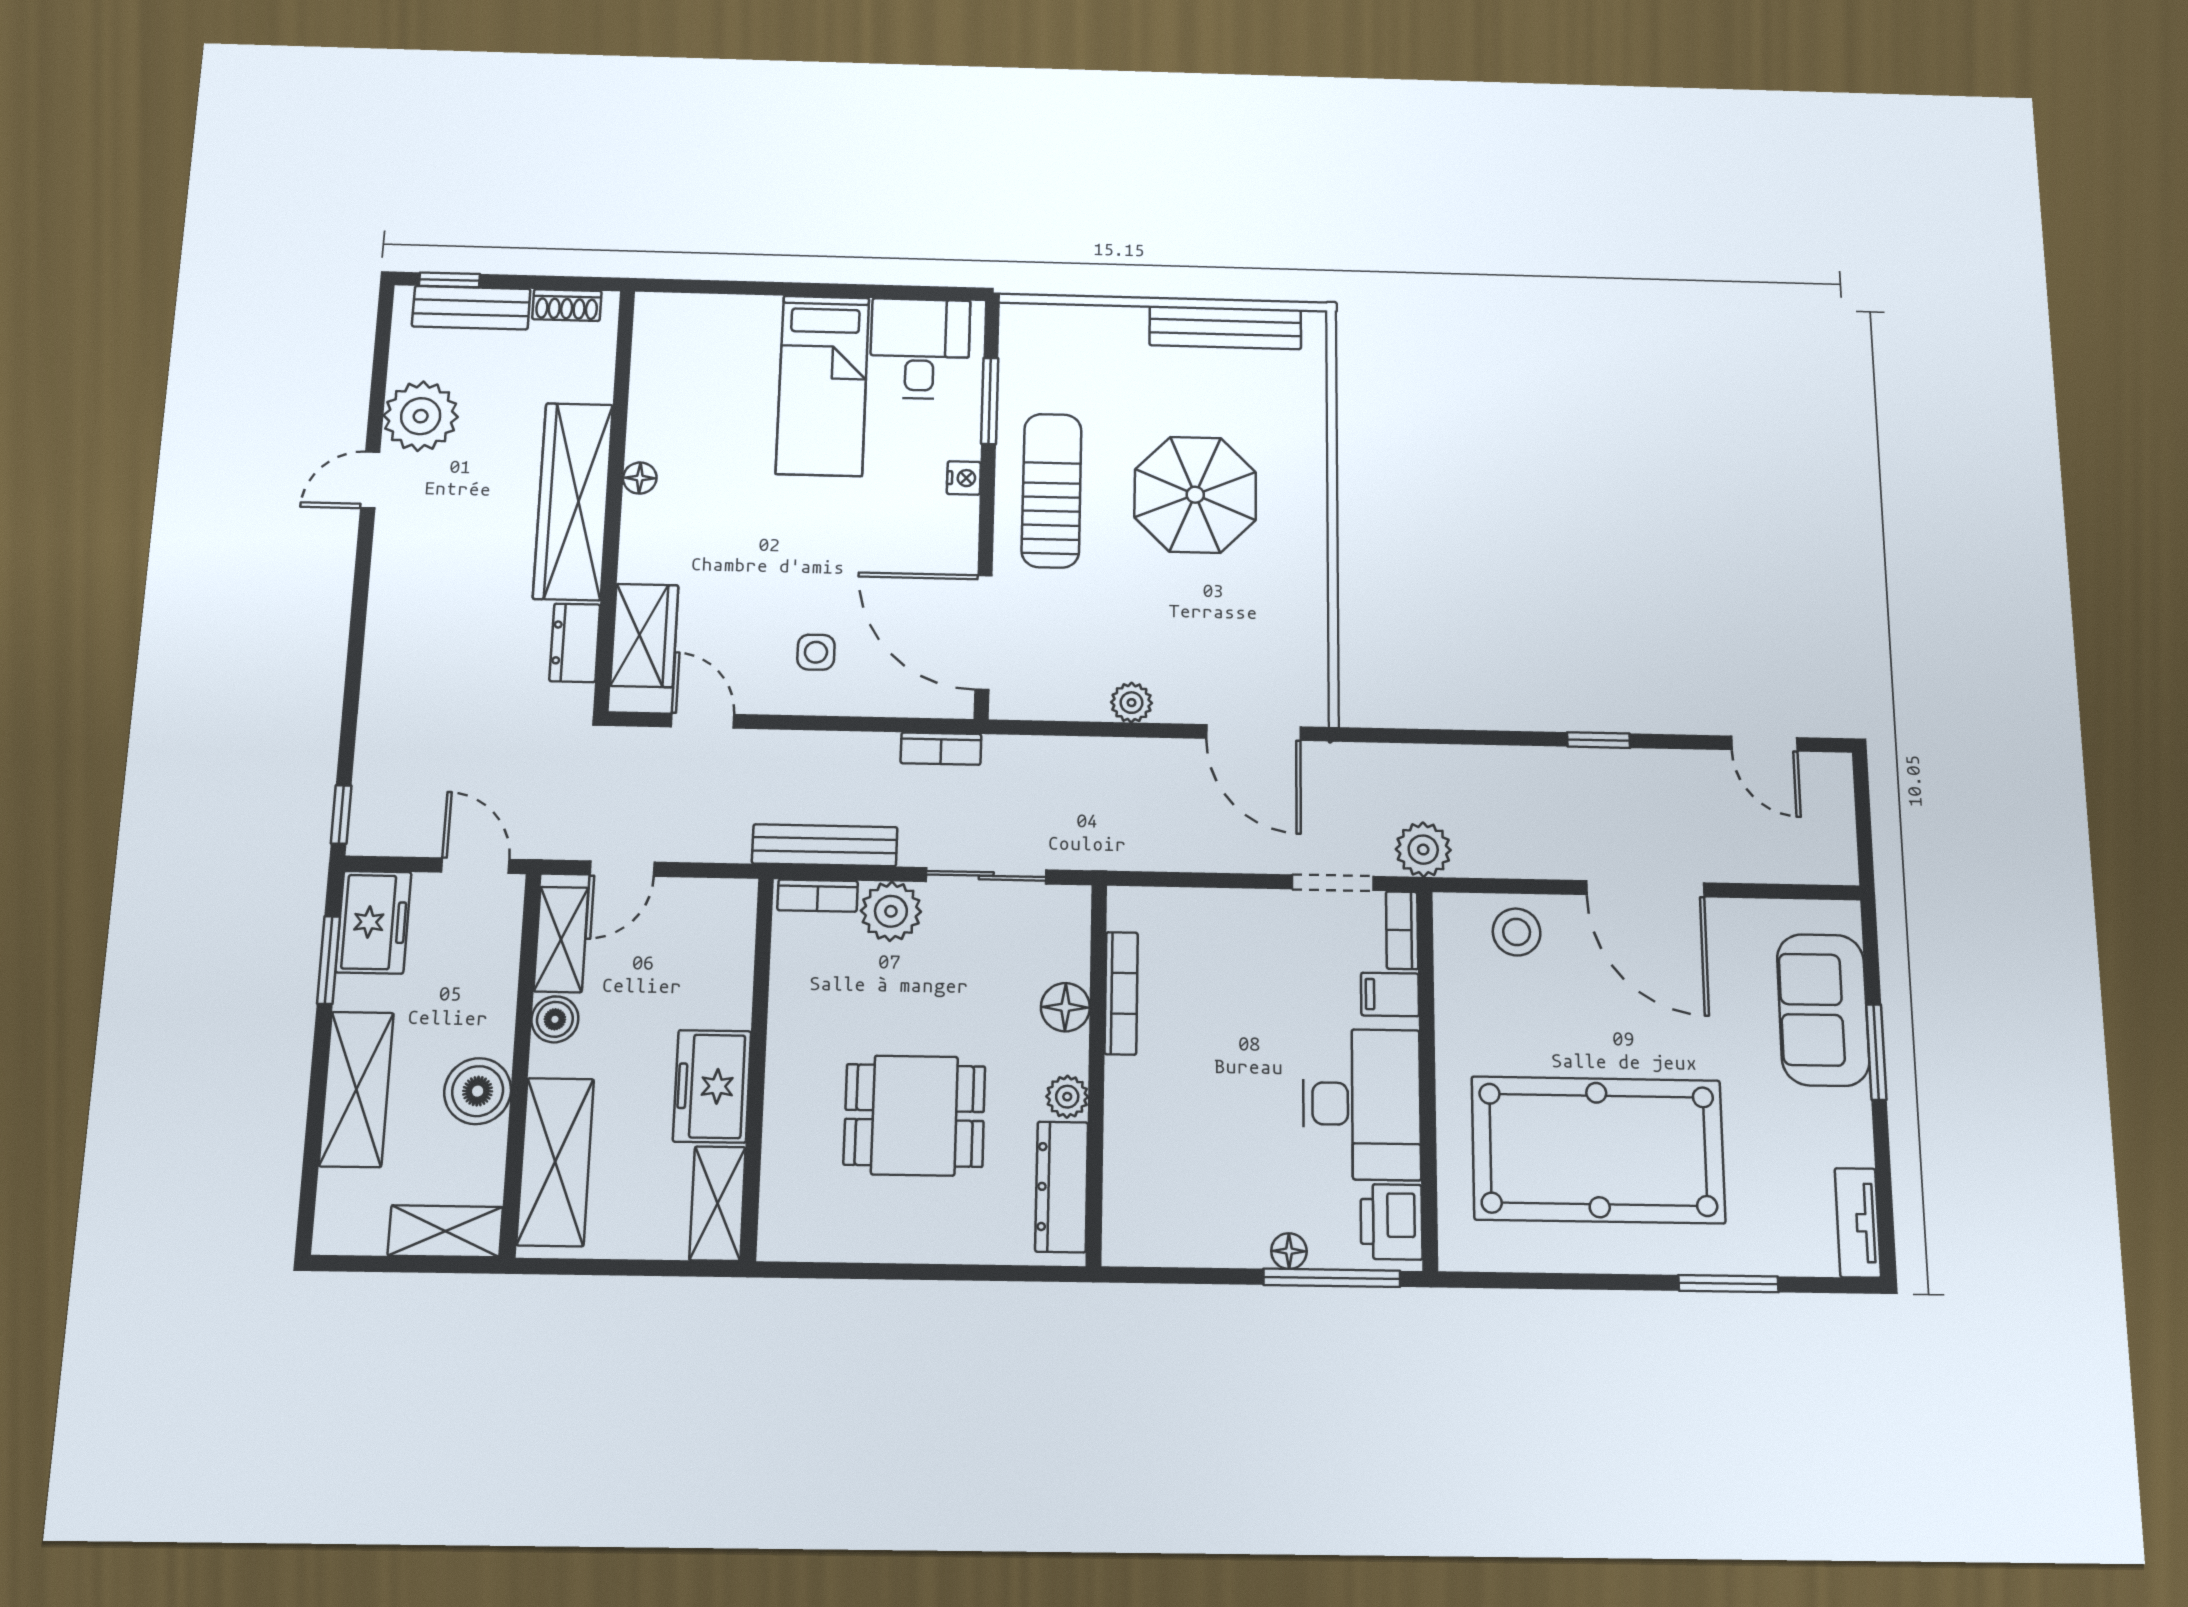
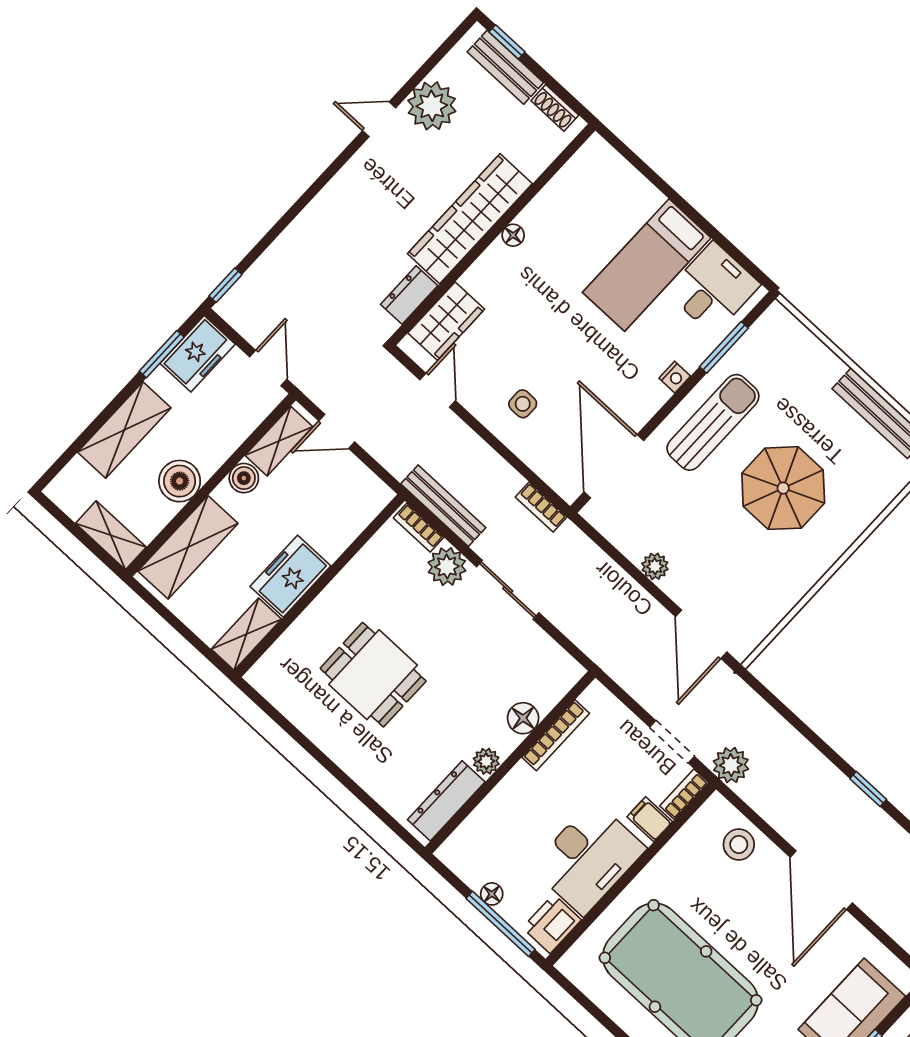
bookcase: (1121, 993) -> (556, 735), moved
floor lamp: (1065, 1007) -> (523, 718), moved
wall: (1096, 1073) -> (510, 762), moved
plant: (1067, 1097) -> (486, 761), moved
dresser: (1062, 1187) -> (446, 801), moved

